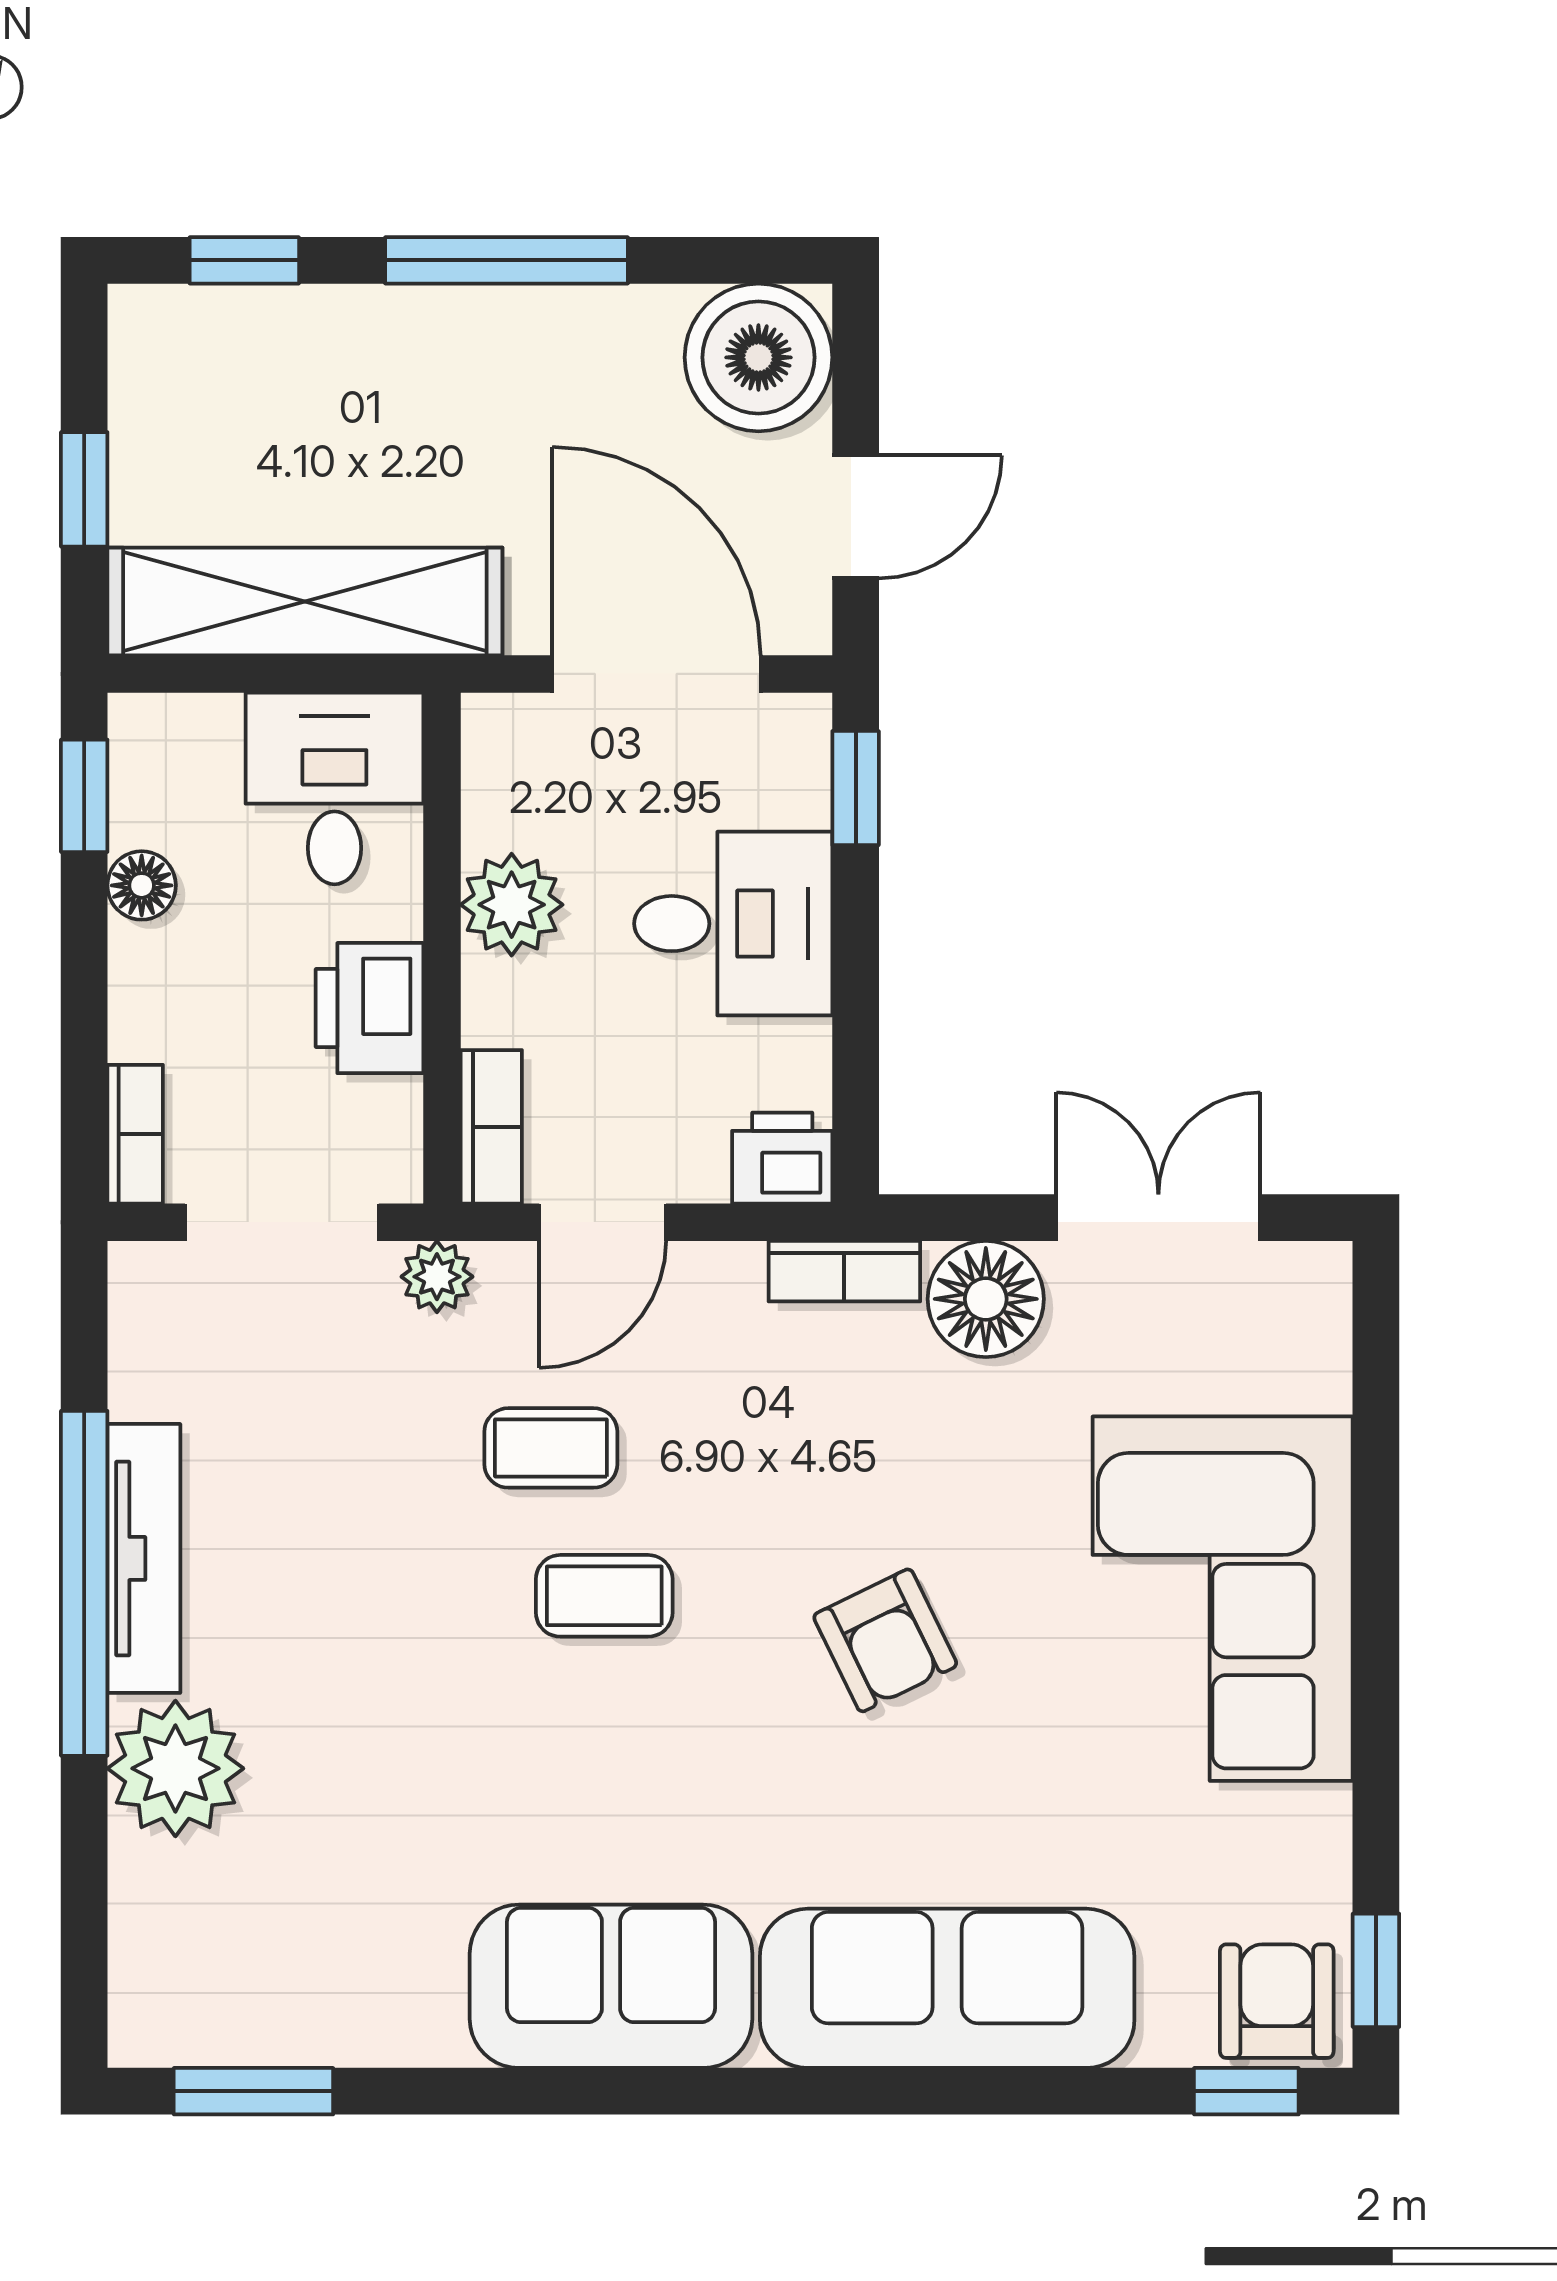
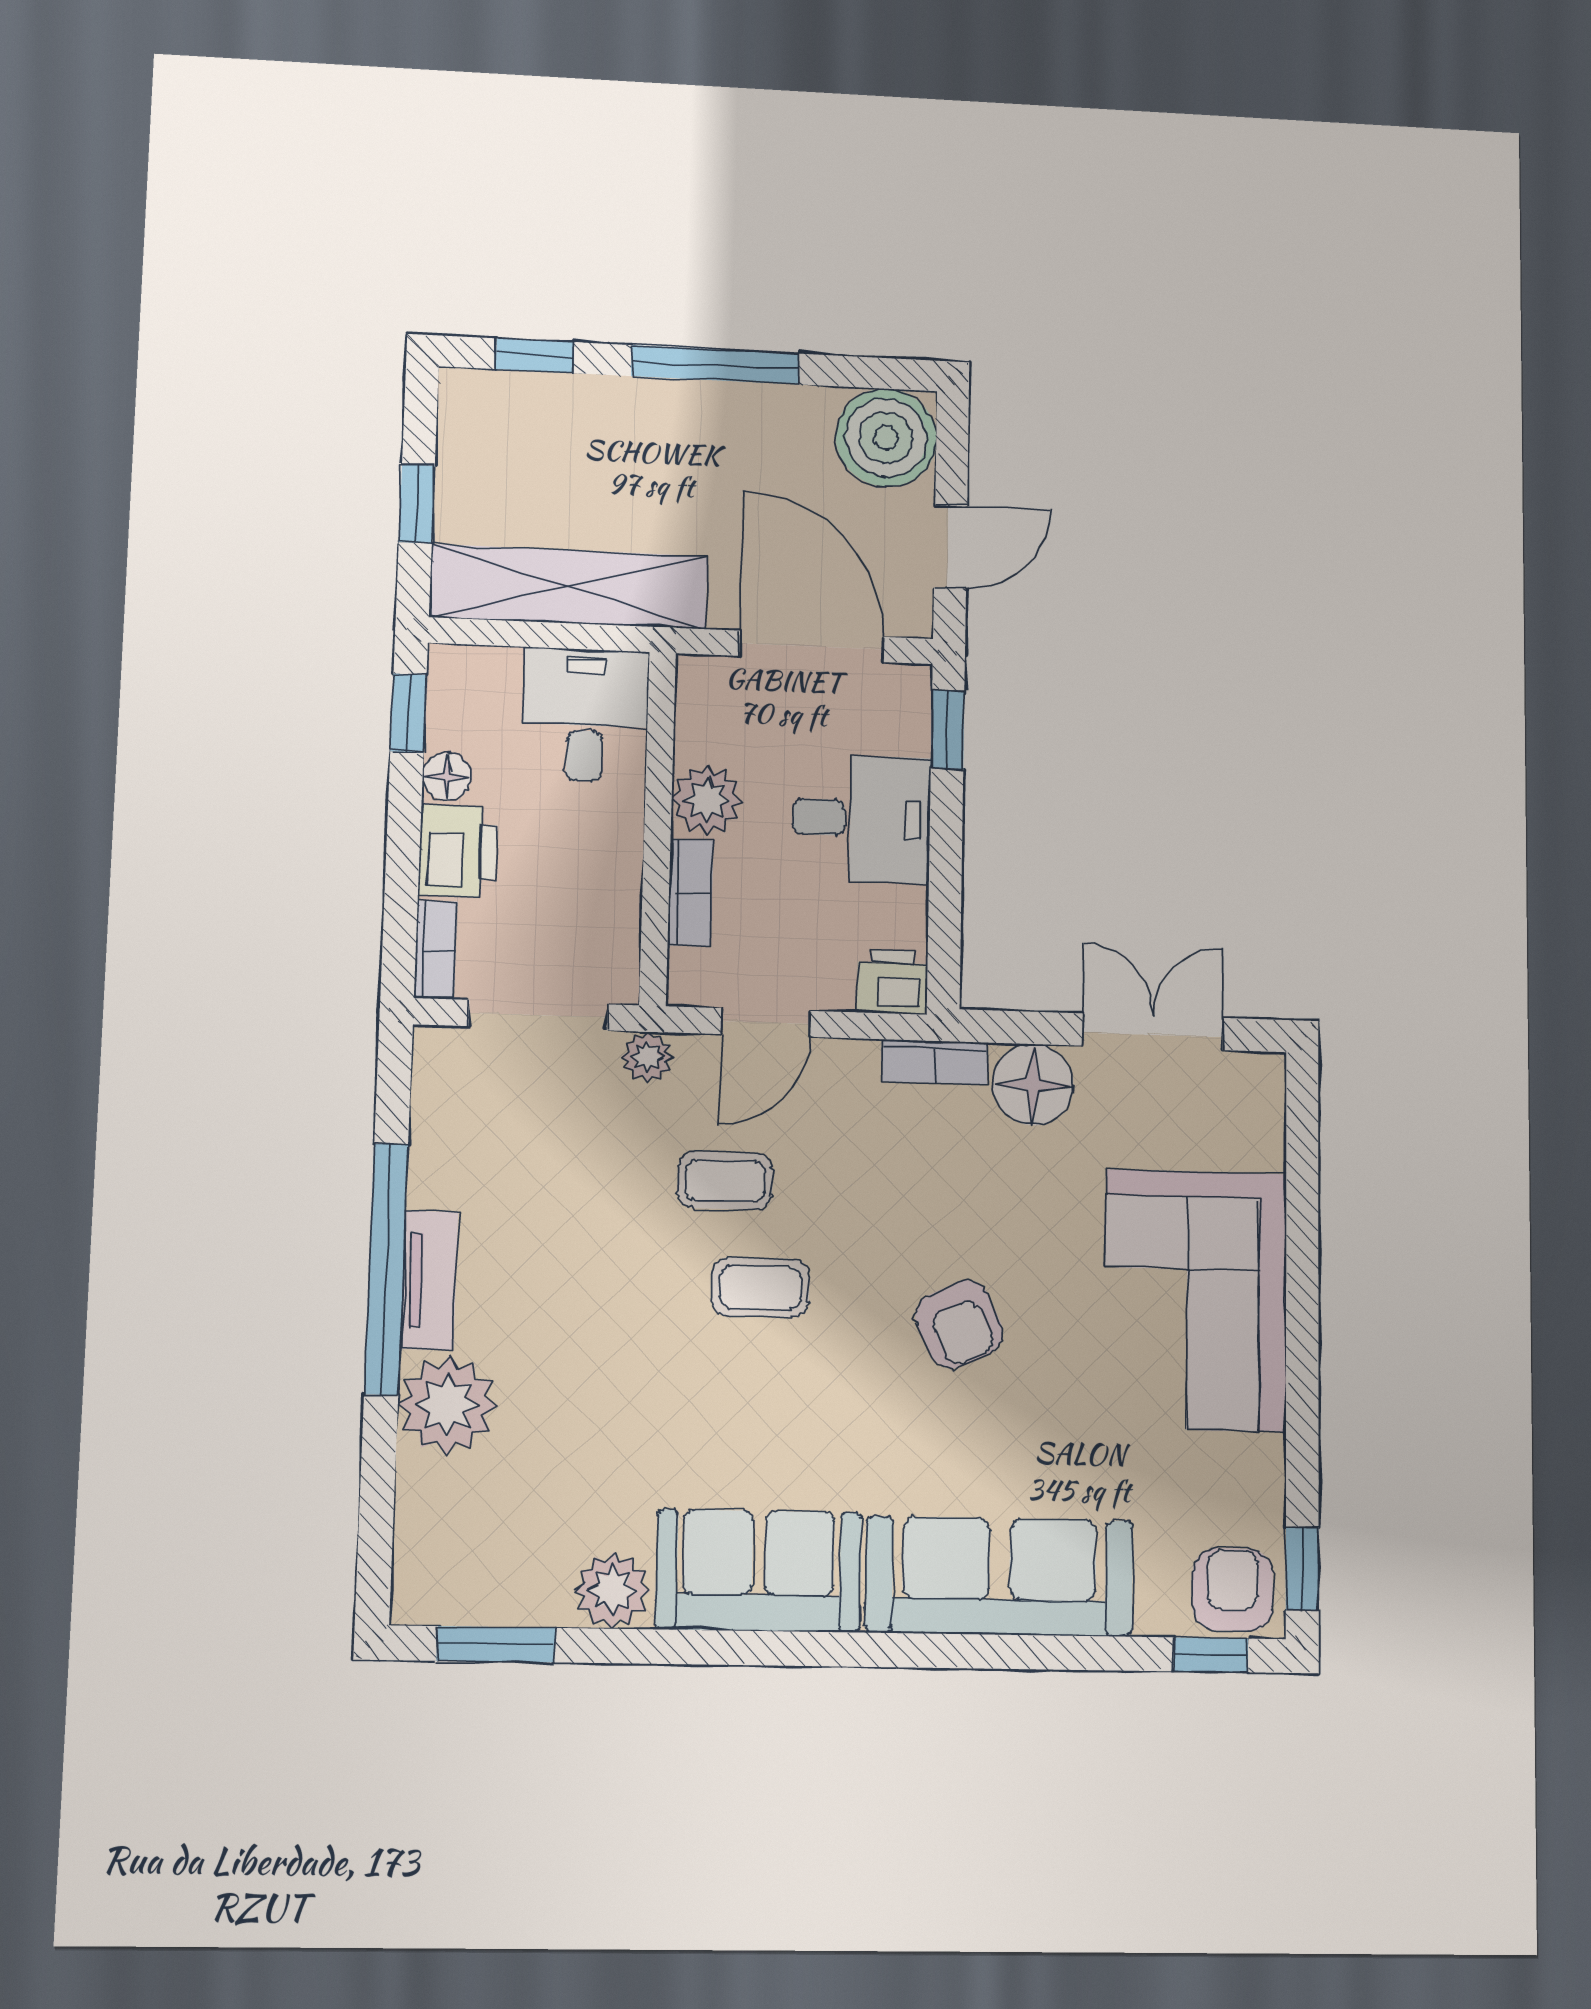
printer: (370, 1008) -> (458, 851), moved, turned 180
bookcase: (491, 1127) -> (690, 893), moved
tv unit: (144, 1558) -> (429, 1280), width x0.71
plant: (410, 2016) -> (613, 1590), added

